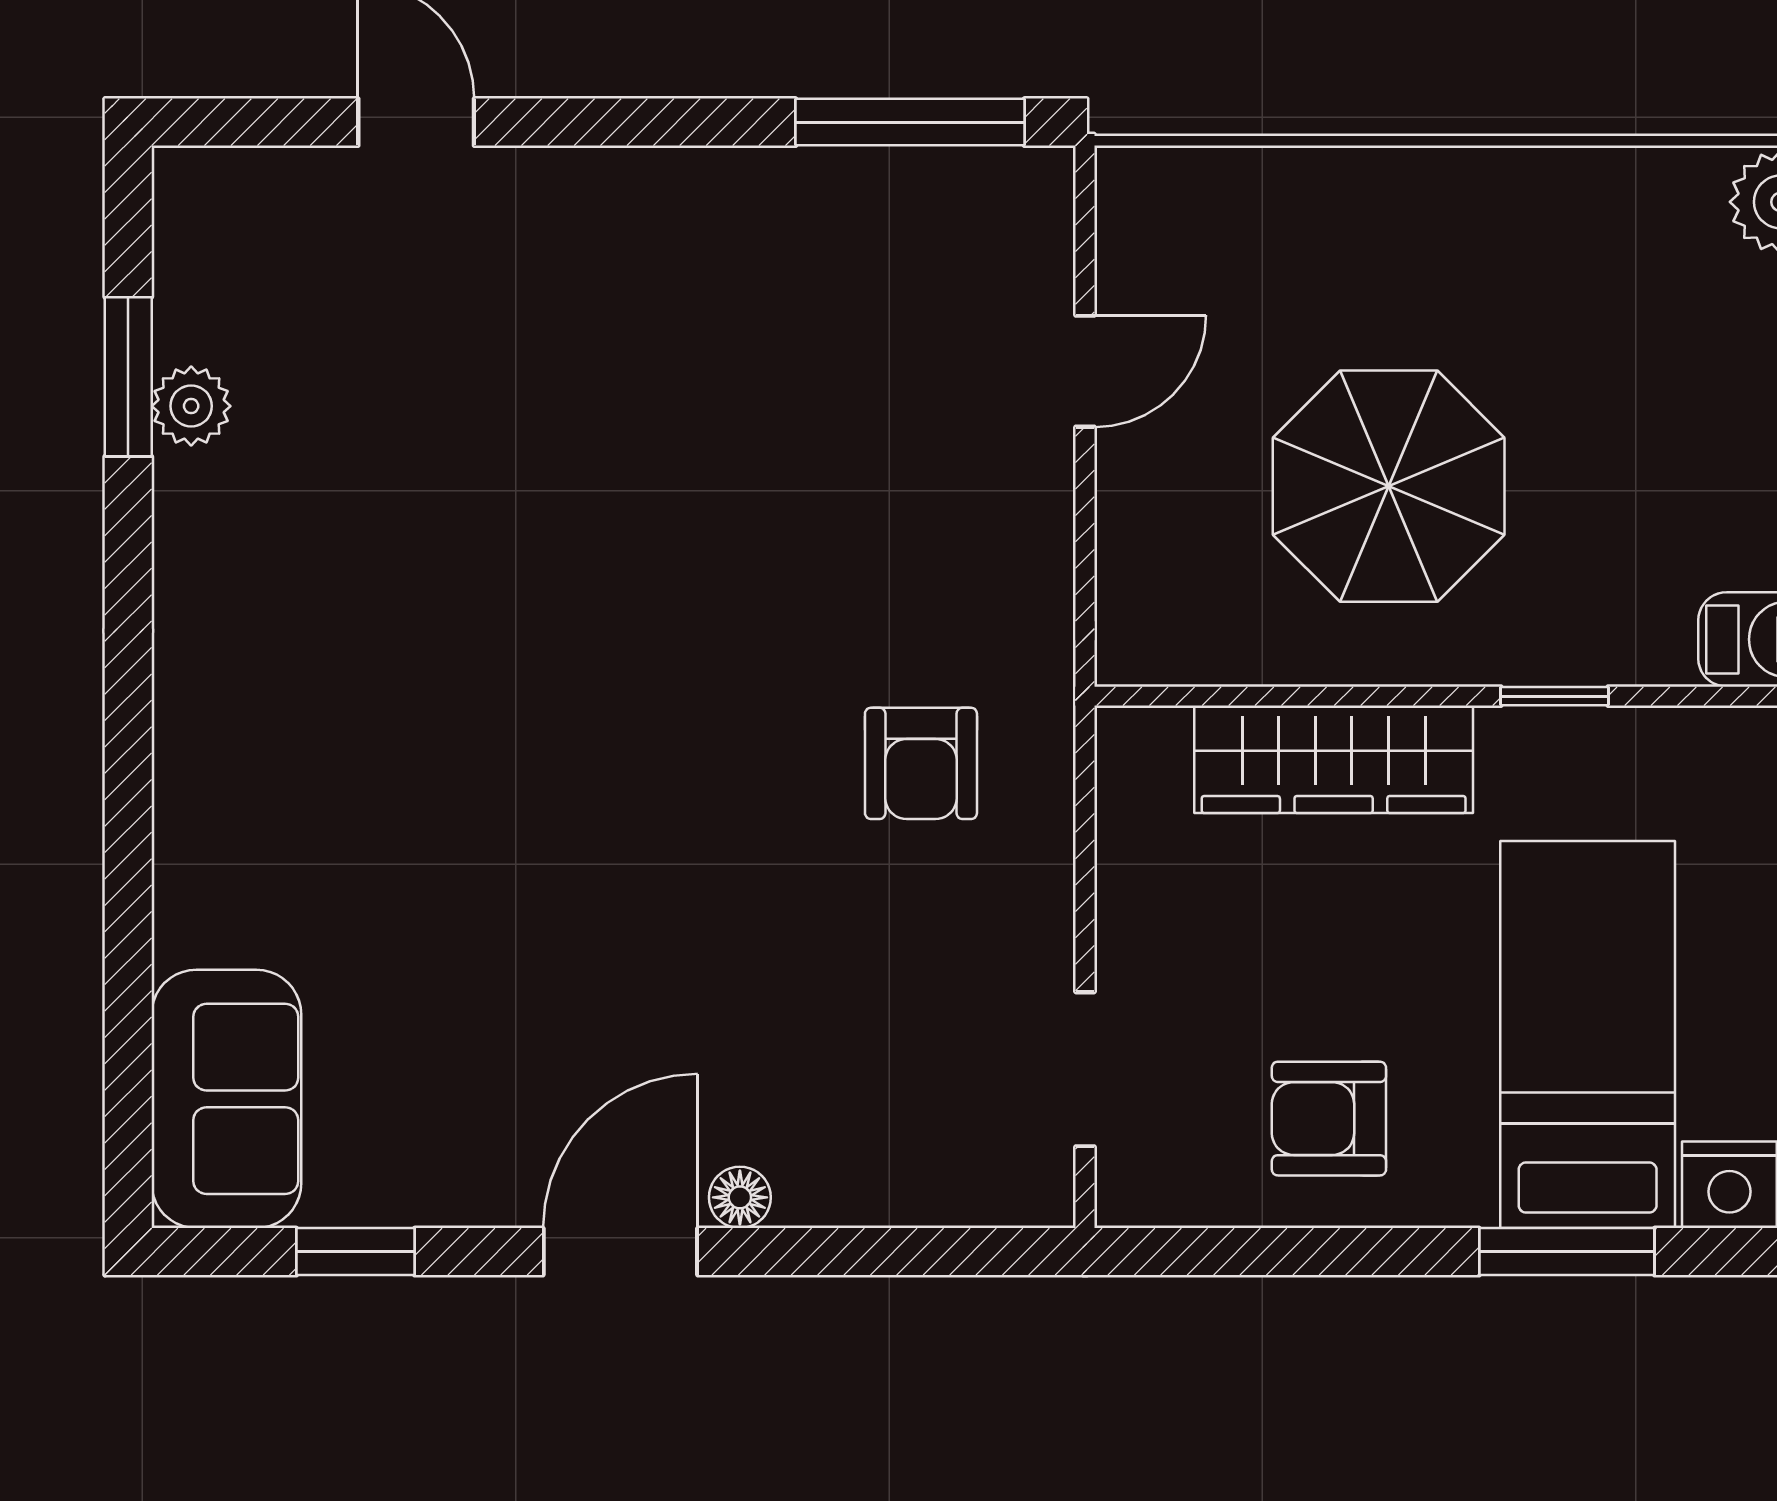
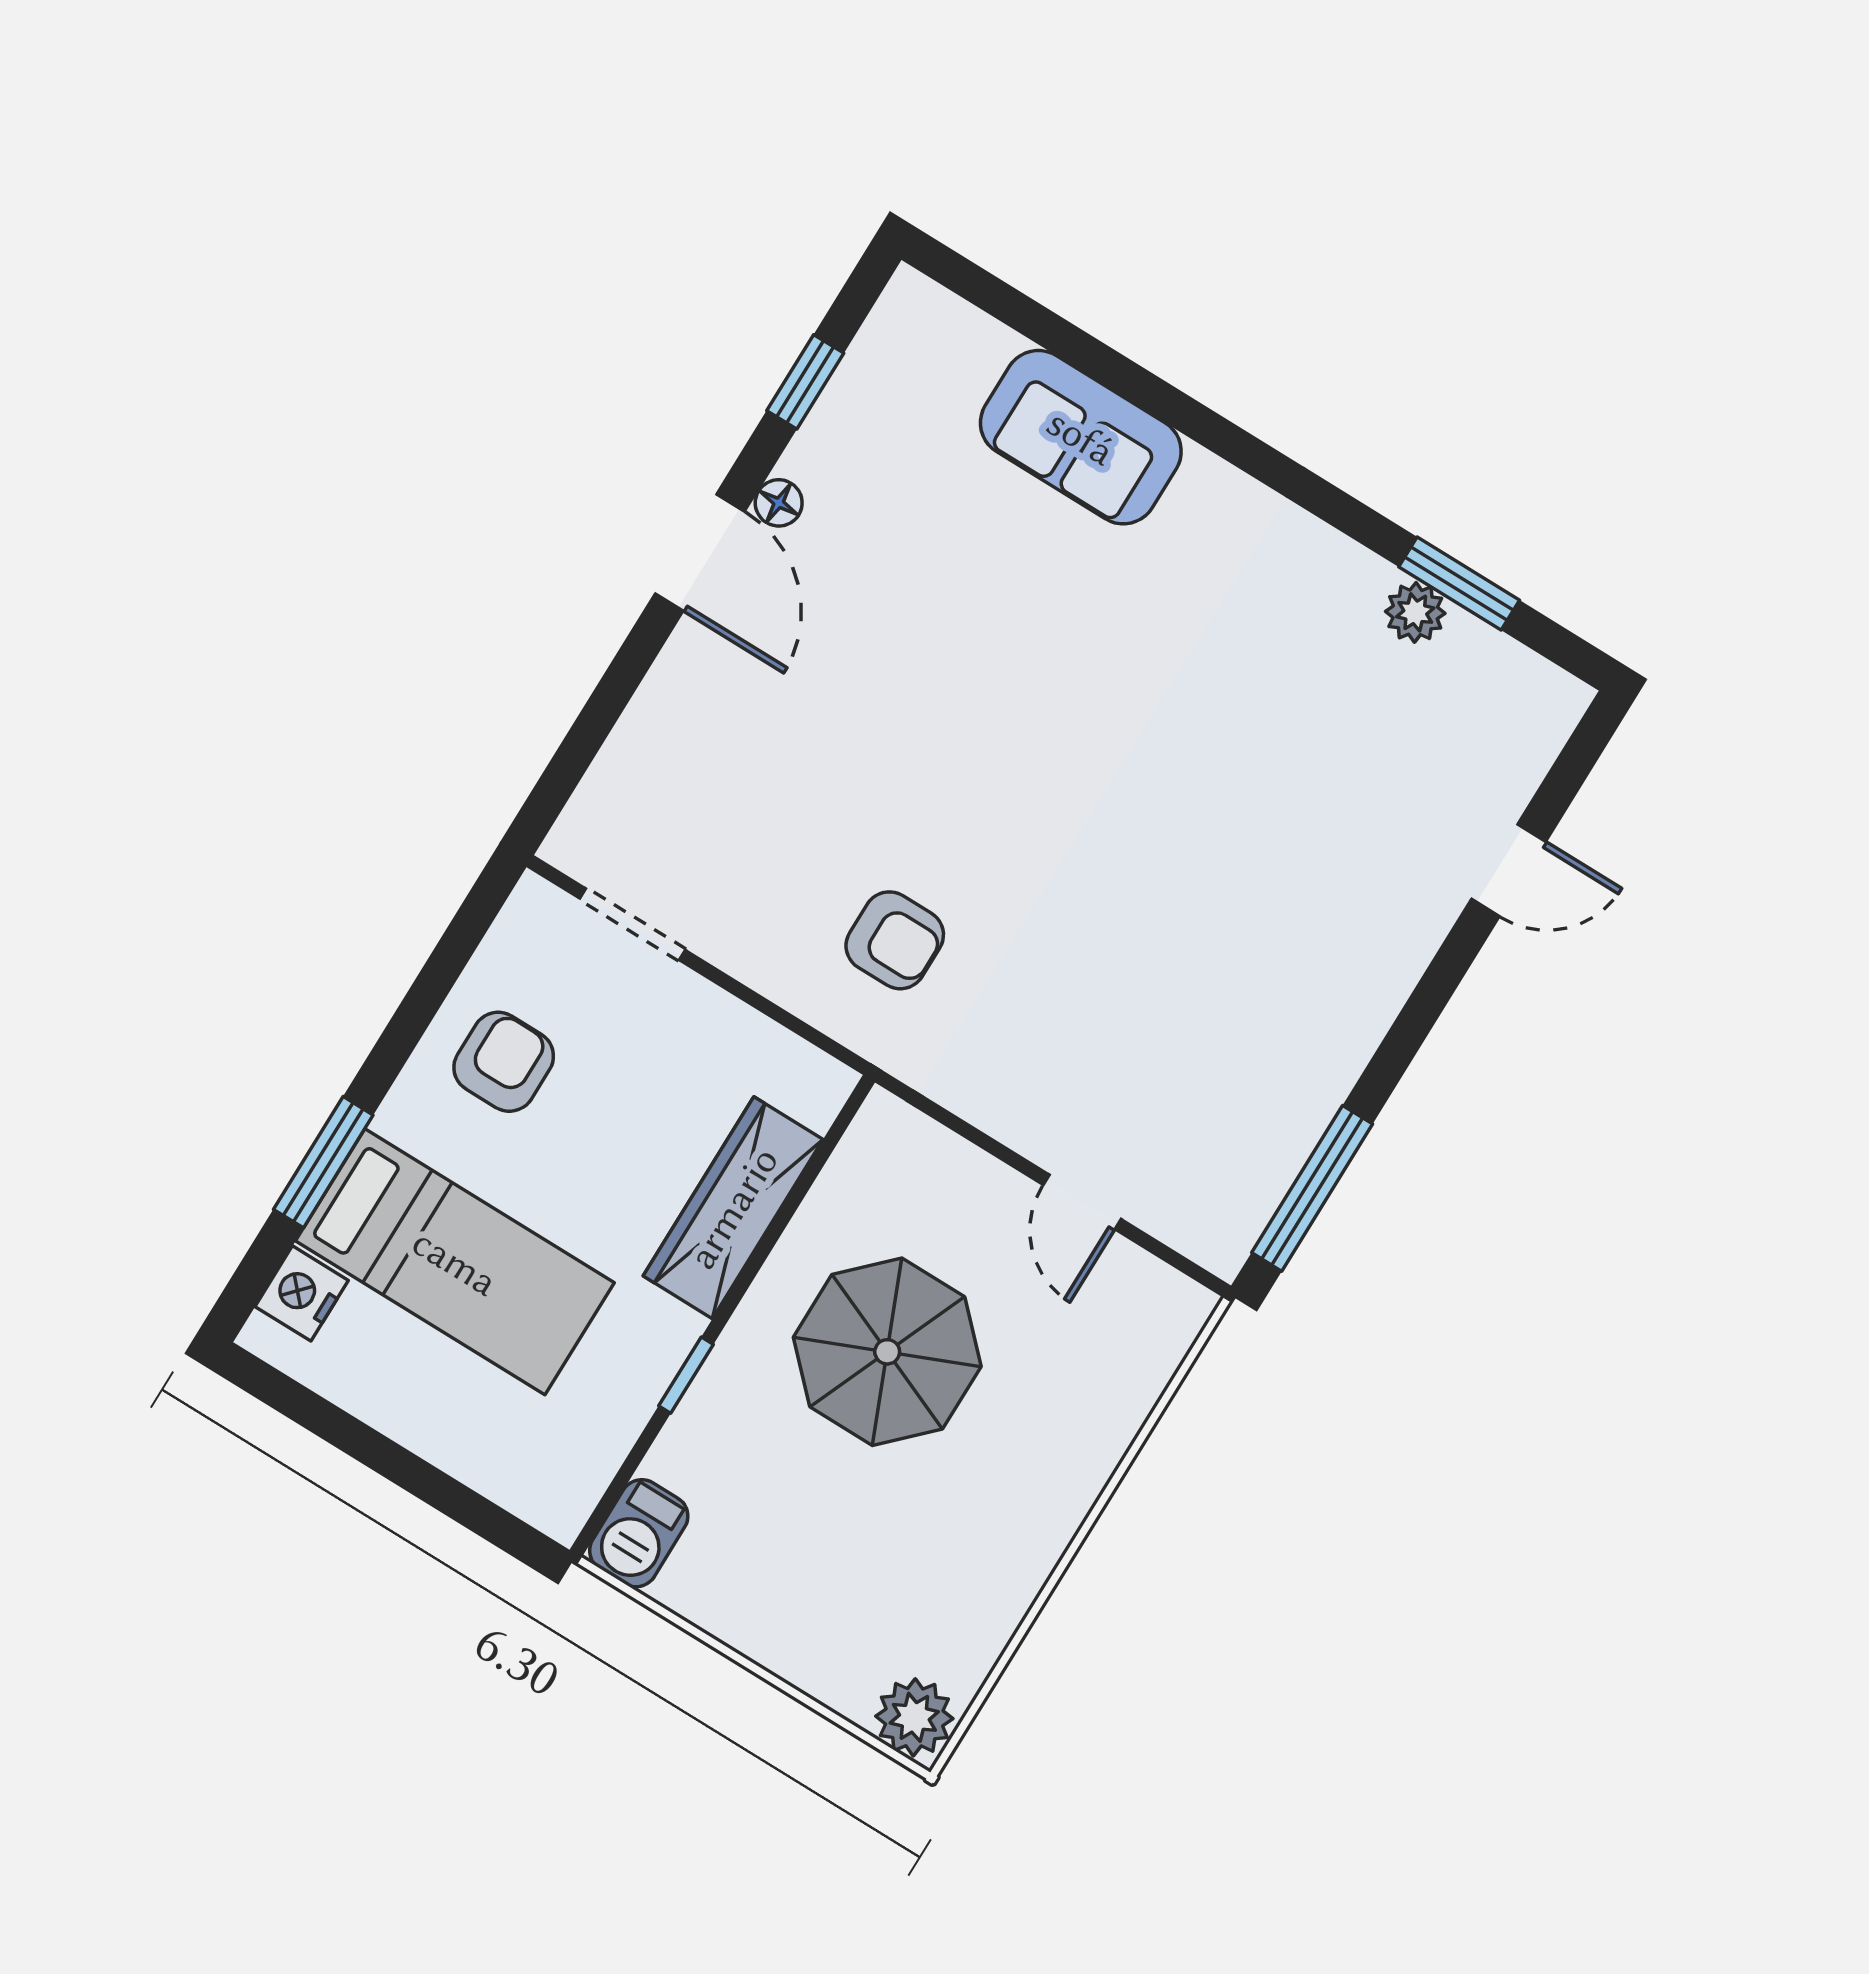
armchair: (921, 763) -> (895, 940), turned 180
sofa: (226, 1099) -> (1081, 437), moved
floor lamp: (740, 1197) -> (779, 503), moved

